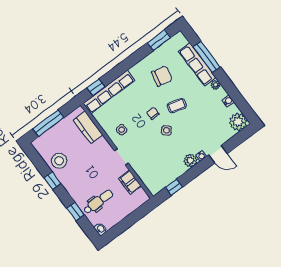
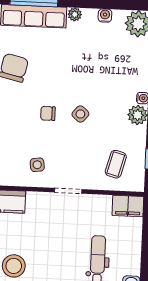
coffee table: (177, 106) -> (116, 164), moved
filing cabinet: (130, 182) -> (128, 206), moved

